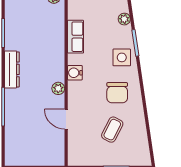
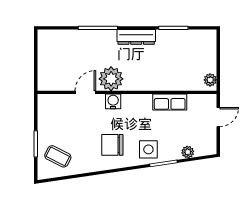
water cooler: (75, 73) -> (113, 101), moved
plant: (58, 88) -> (111, 79), width x1.88, depth x1.88
coffee table: (112, 130) -> (58, 156), moved

